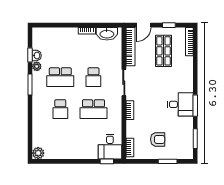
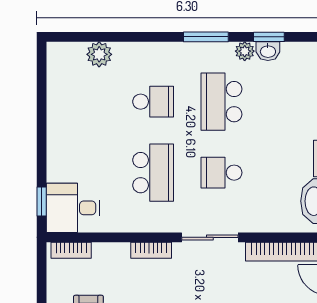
school desk: (60, 109) -> (153, 102), turned 180
school desk: (93, 109) -> (153, 173), turned 180
plant: (38, 153) -> (99, 54), moved

